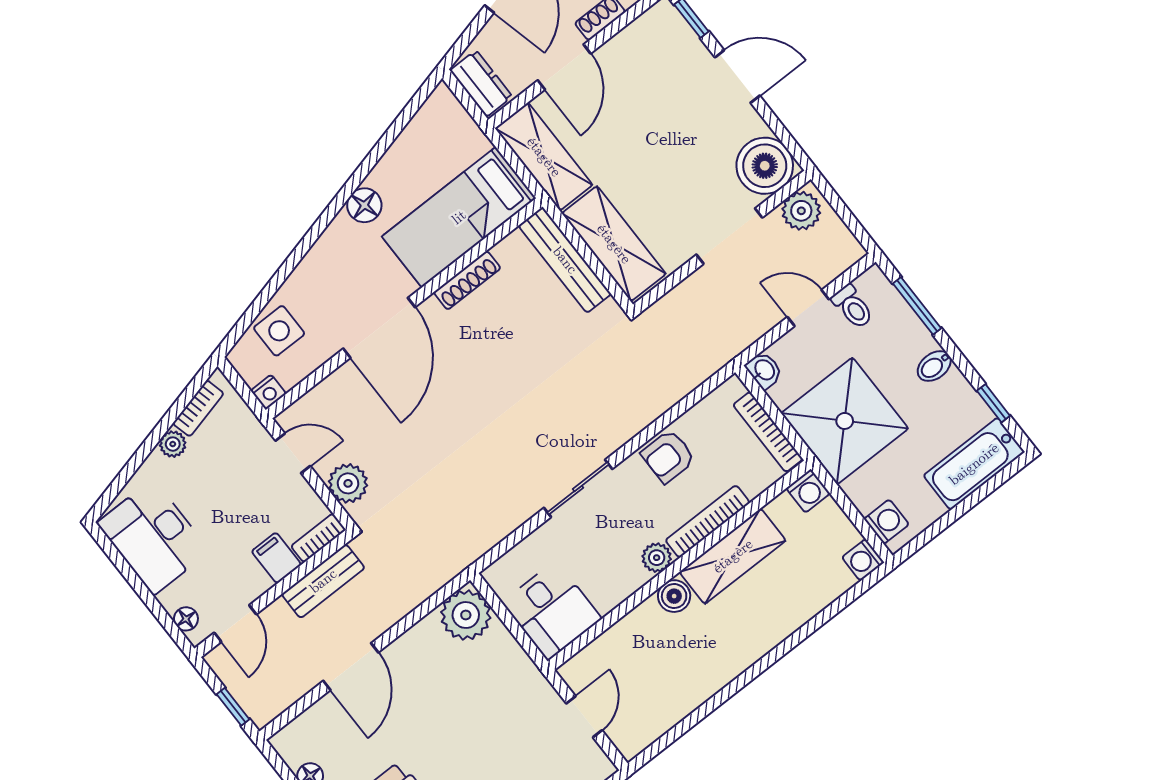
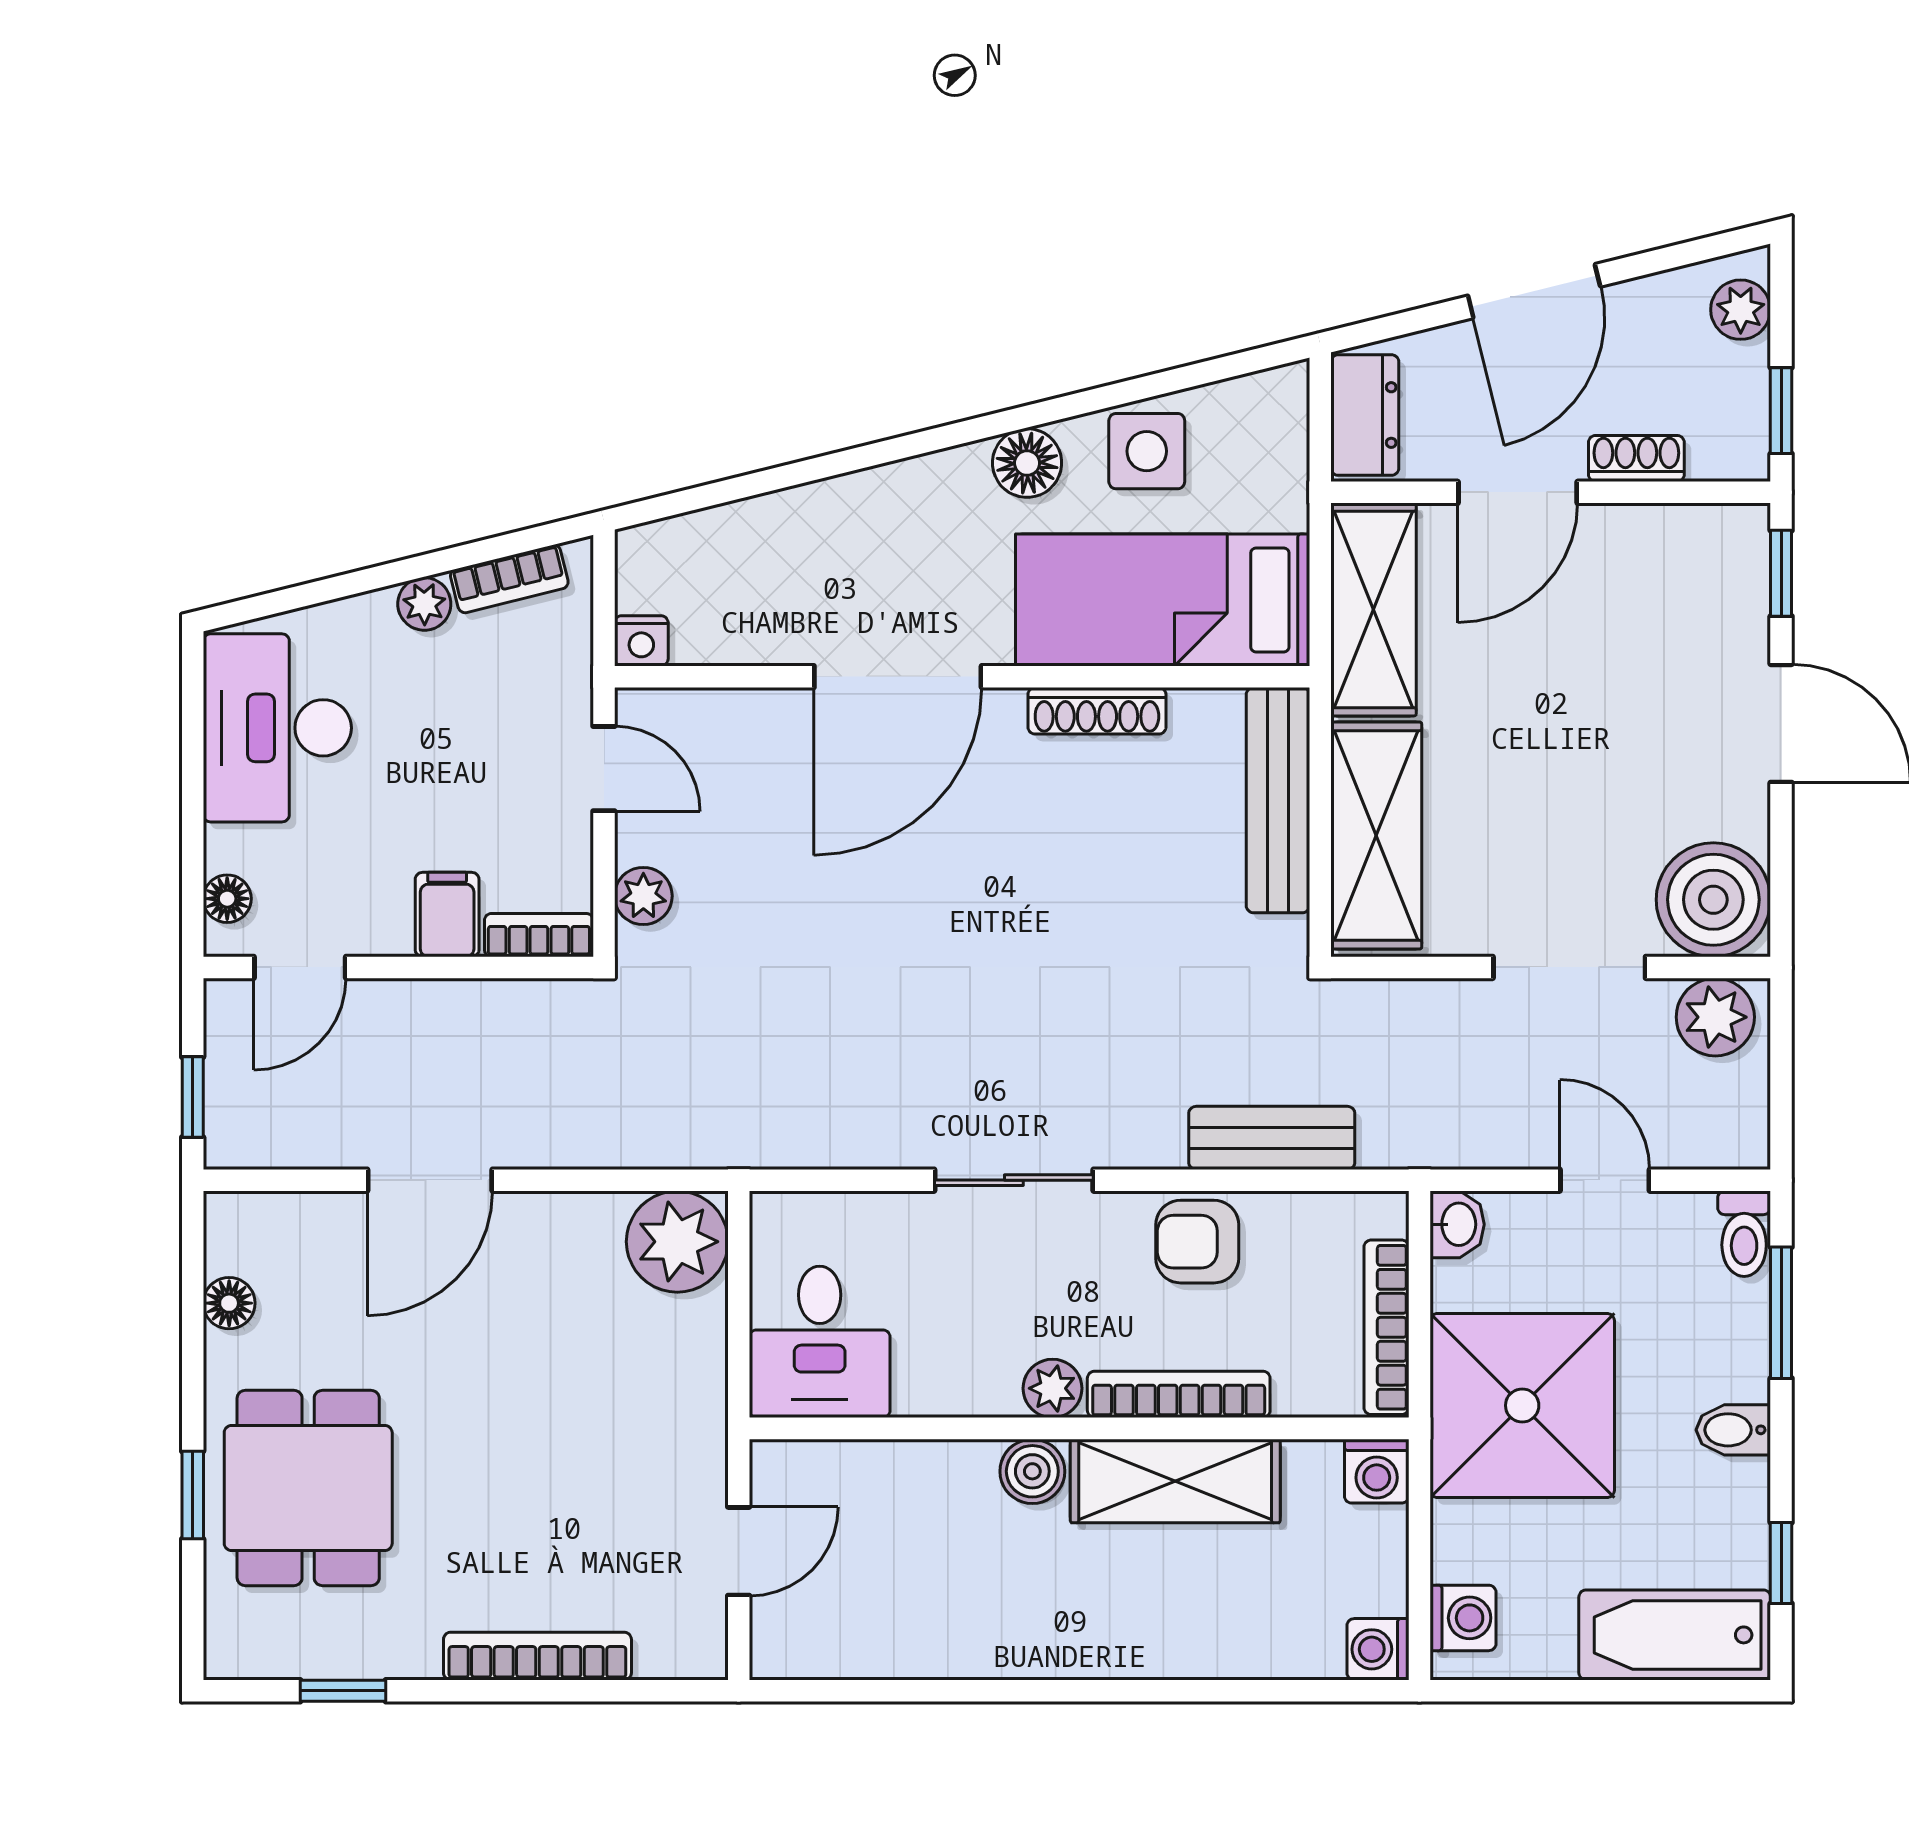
toilet: (853, 307) -> (1744, 1234), moved
side table: (279, 331) -> (1147, 451), moved
plant: (348, 483) -> (643, 896), width x0.73, depth x0.73
bench: (323, 581) -> (1272, 1138), moved

